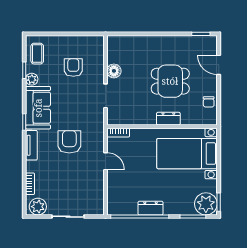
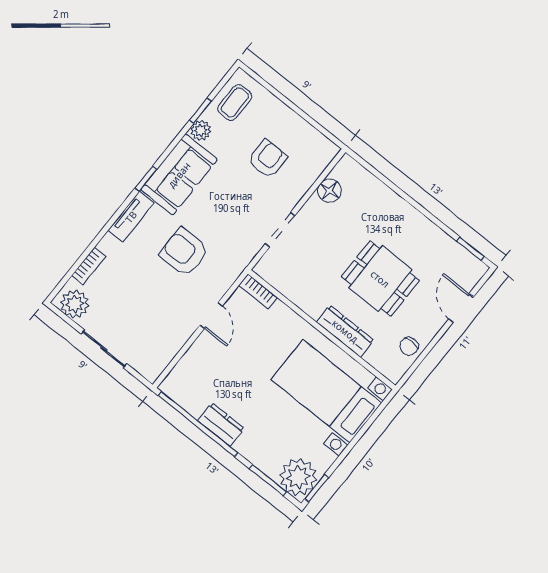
floor lamp: (114, 71) -> (329, 191), moved
dresser: (168, 119) -> (345, 331), width x1.44
armchair: (69, 142) -> (184, 252), turned -90

